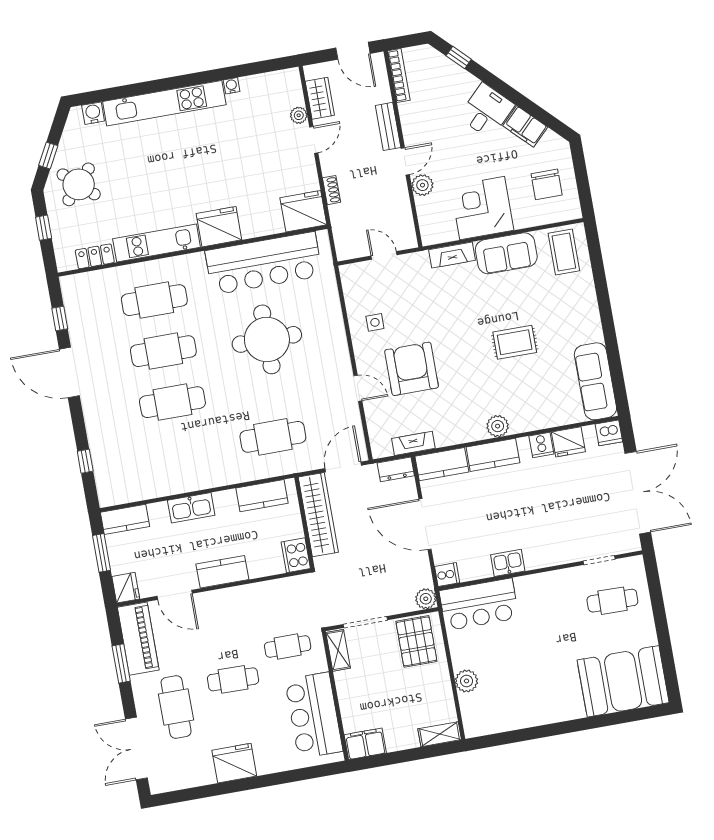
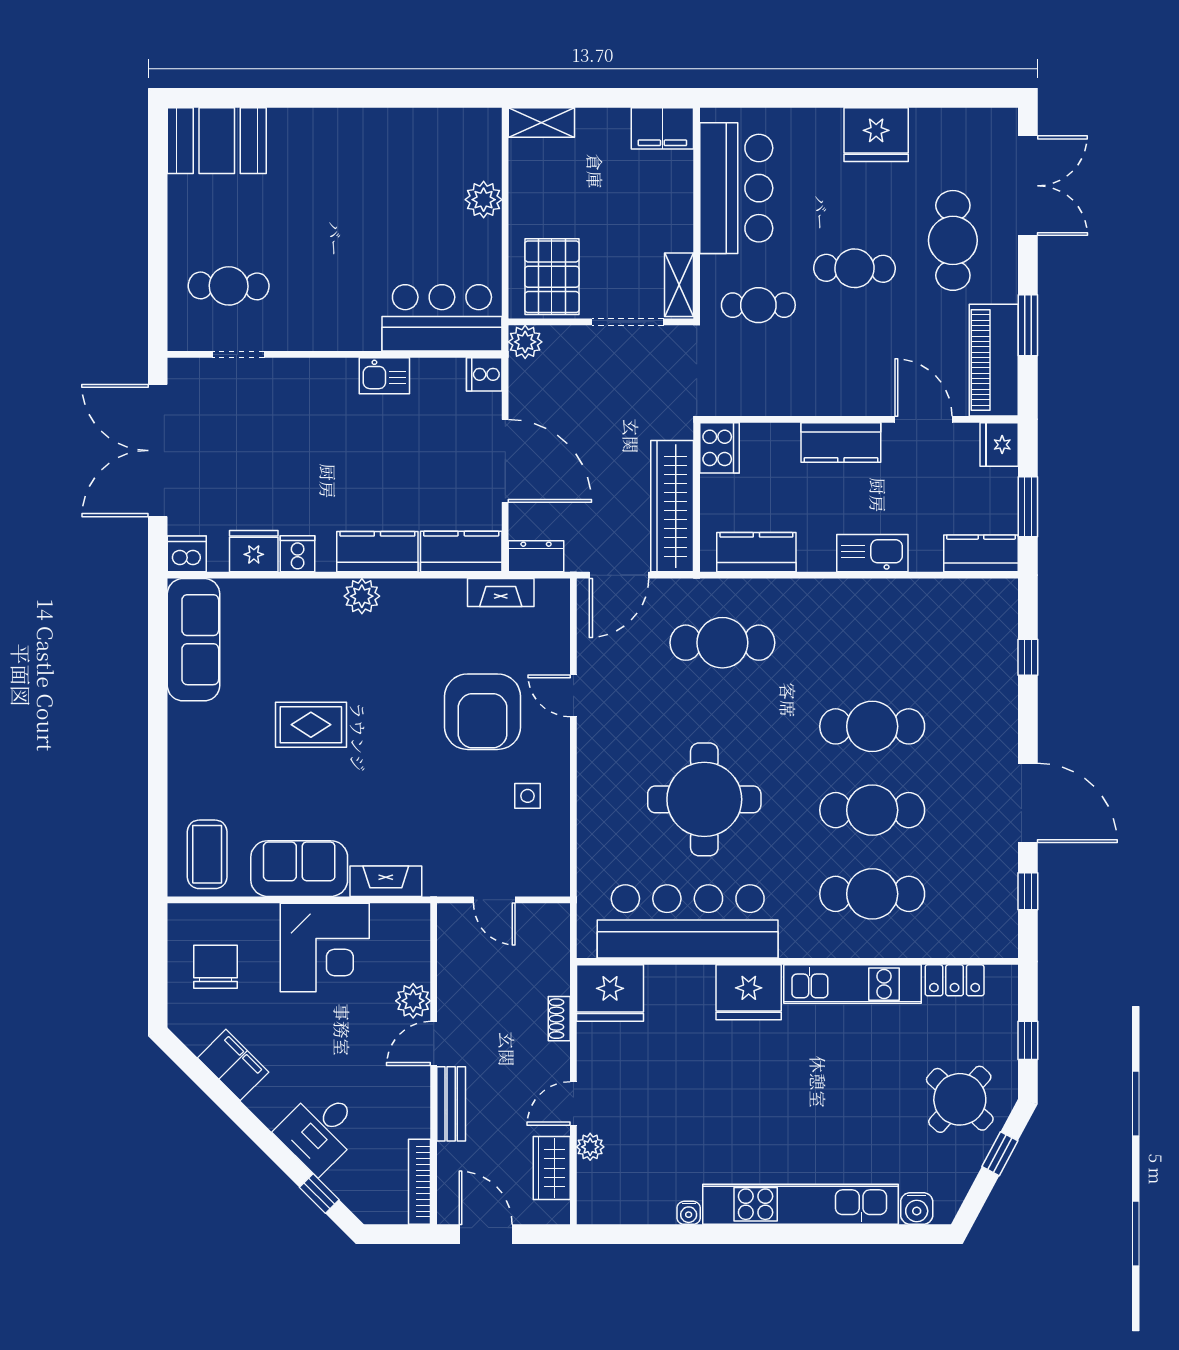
desk: (487, 111) -> (320, 1130), moved
booth: (623, 681) -> (217, 141), width x0.73, depth x0.70

